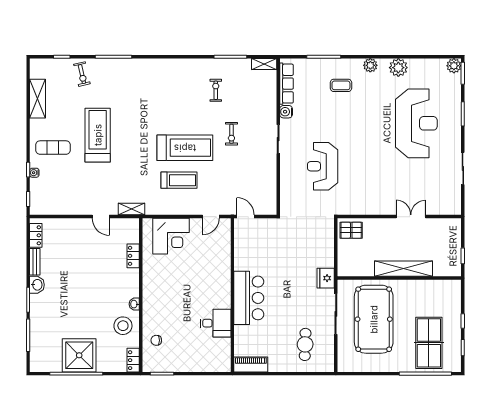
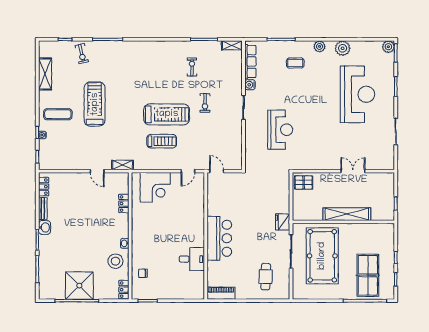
reception desk: (323, 166) -> (280, 130), turned 180

